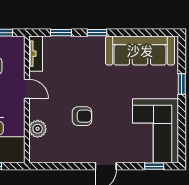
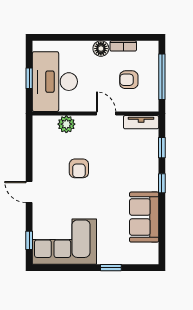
sofa: (140, 51) -> (144, 217), width x0.73
door: (27, 89) -> (106, 114), swing flipped

